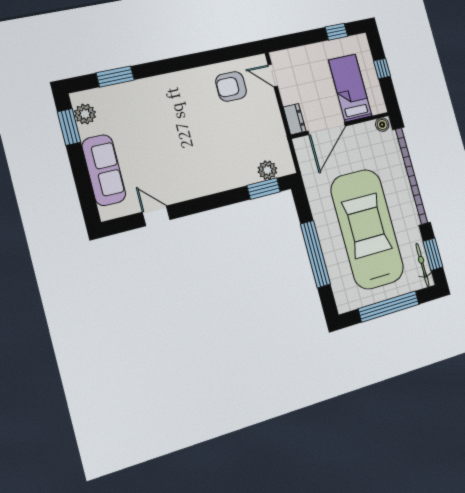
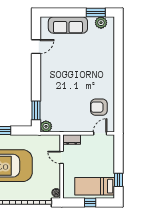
window: (115, 76) -> (118, 44), removed
armchair: (231, 86) -> (99, 107), turned -90
bed: (350, 88) -> (95, 186), moved, turned 180
door: (327, 129) -> (62, 157), width x0.53
plant: (267, 170) -> (46, 126), moved

